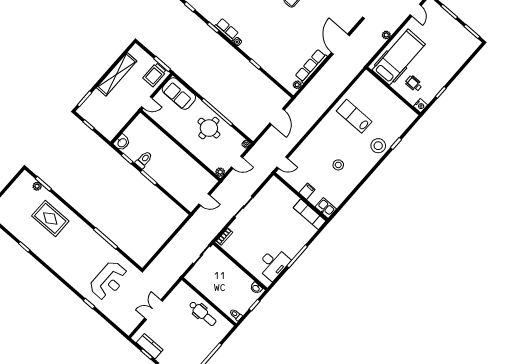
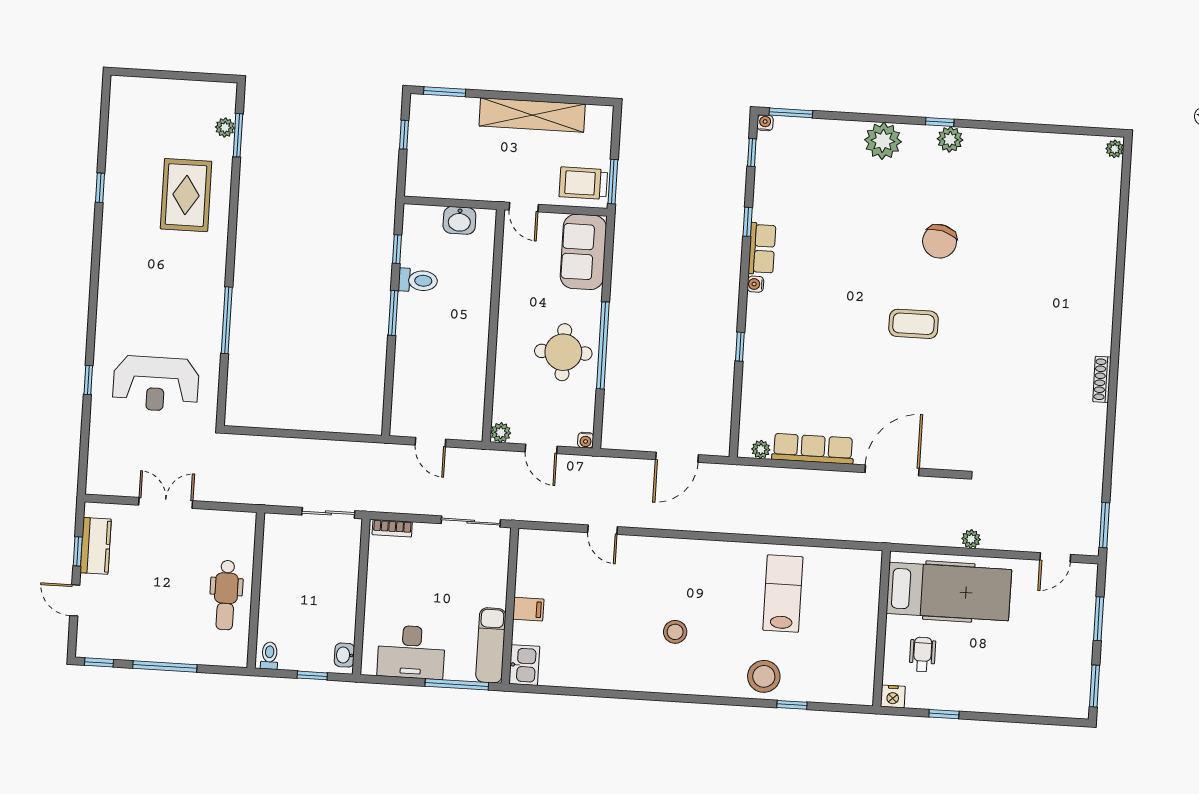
washbasin: (122, 143) -> (459, 220), moved
filing cabinet: (307, 191) -> (528, 609), moved
wall: (301, 197) -> (510, 606), moved
kitchen sink: (326, 208) -> (524, 665), moved
exam couch: (310, 214) -> (491, 645), moved

